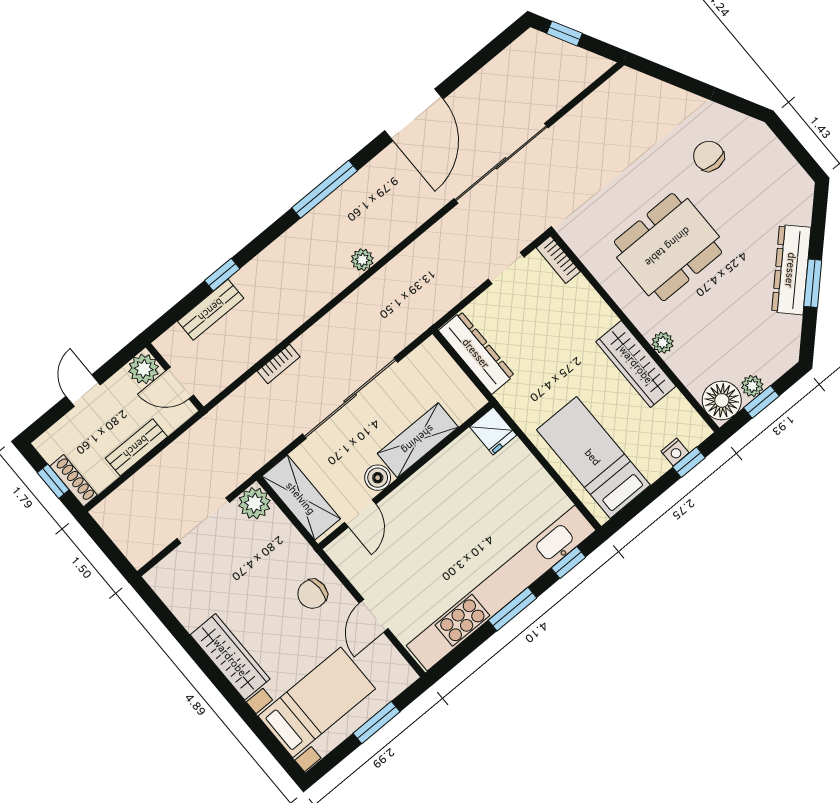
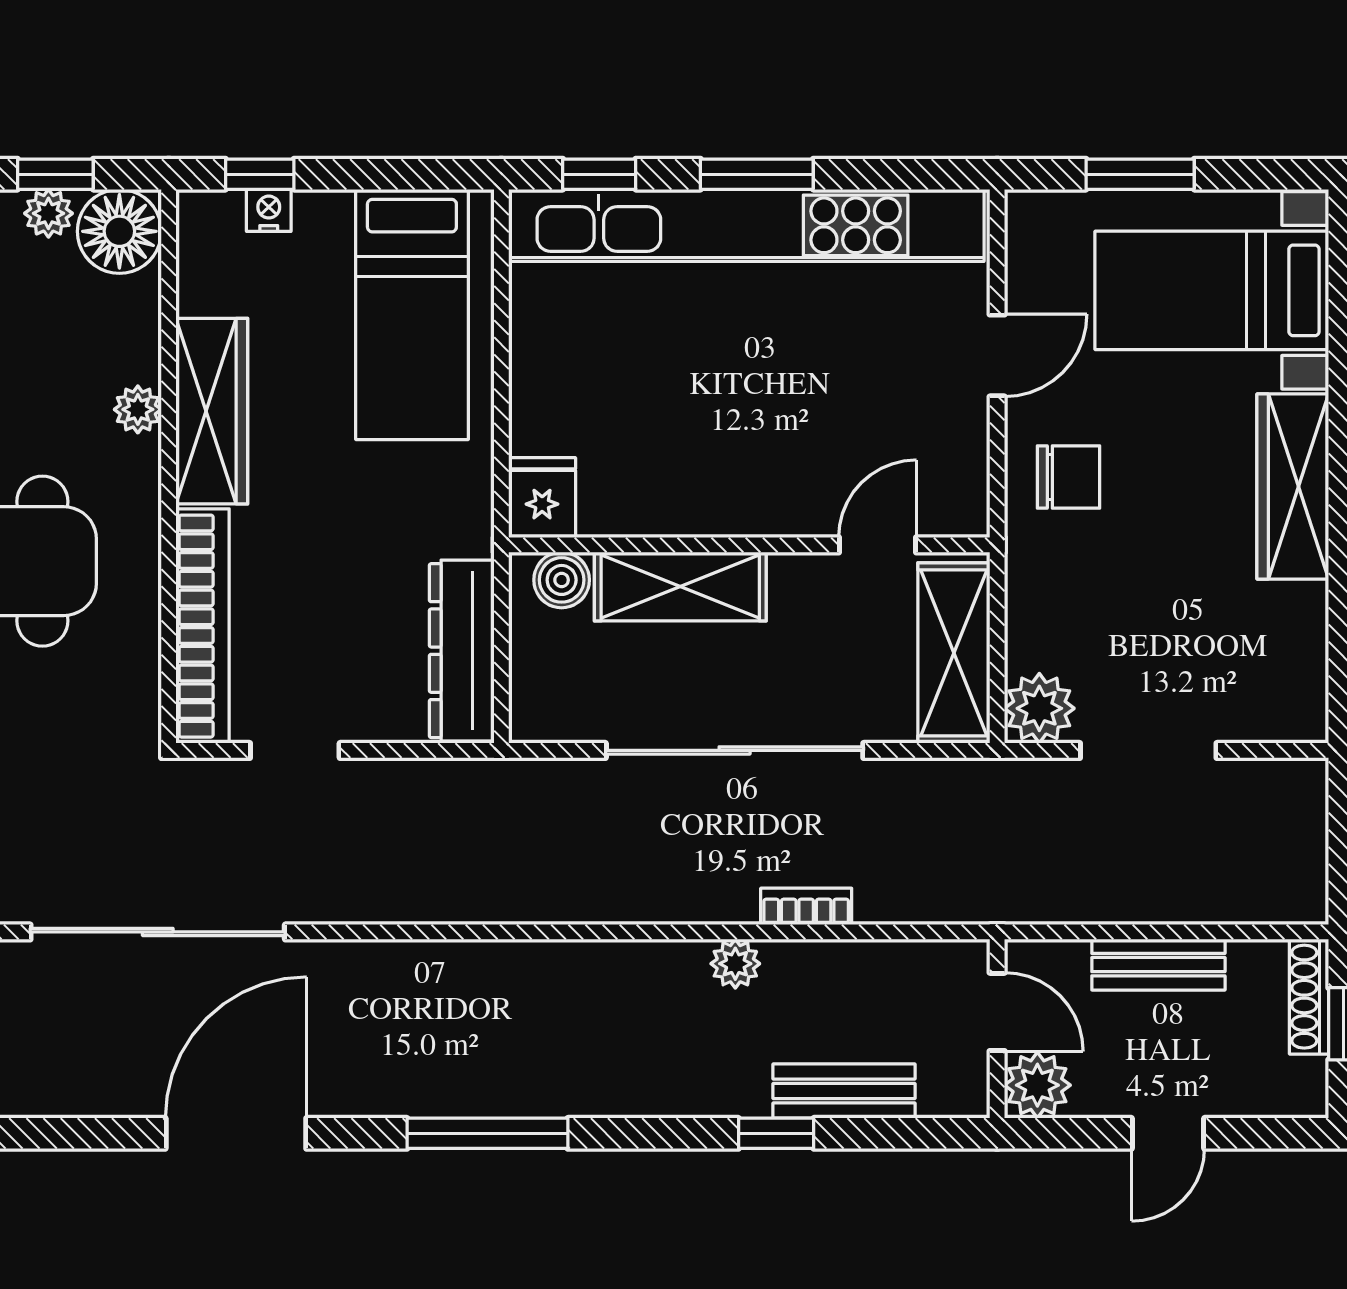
plant: (362, 260) -> (735, 964), moved
bookcase: (558, 260) -> (203, 626), width x2.31, depth x1.31
boiler: (378, 478) -> (562, 580), moved

